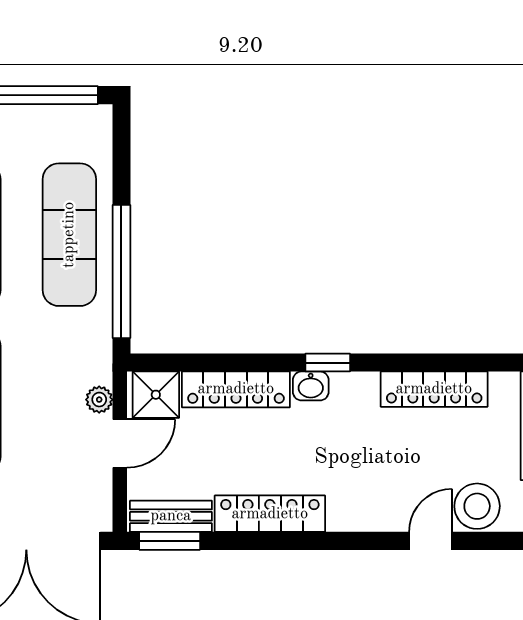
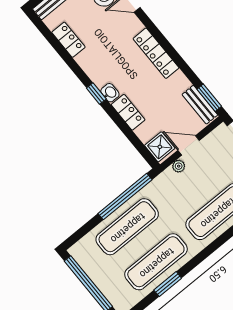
locker: (236, 389) -> (128, 112), width x0.66
locker: (434, 389) -> (68, 40), width x0.66
locker: (270, 514) -> (156, 53), moved

